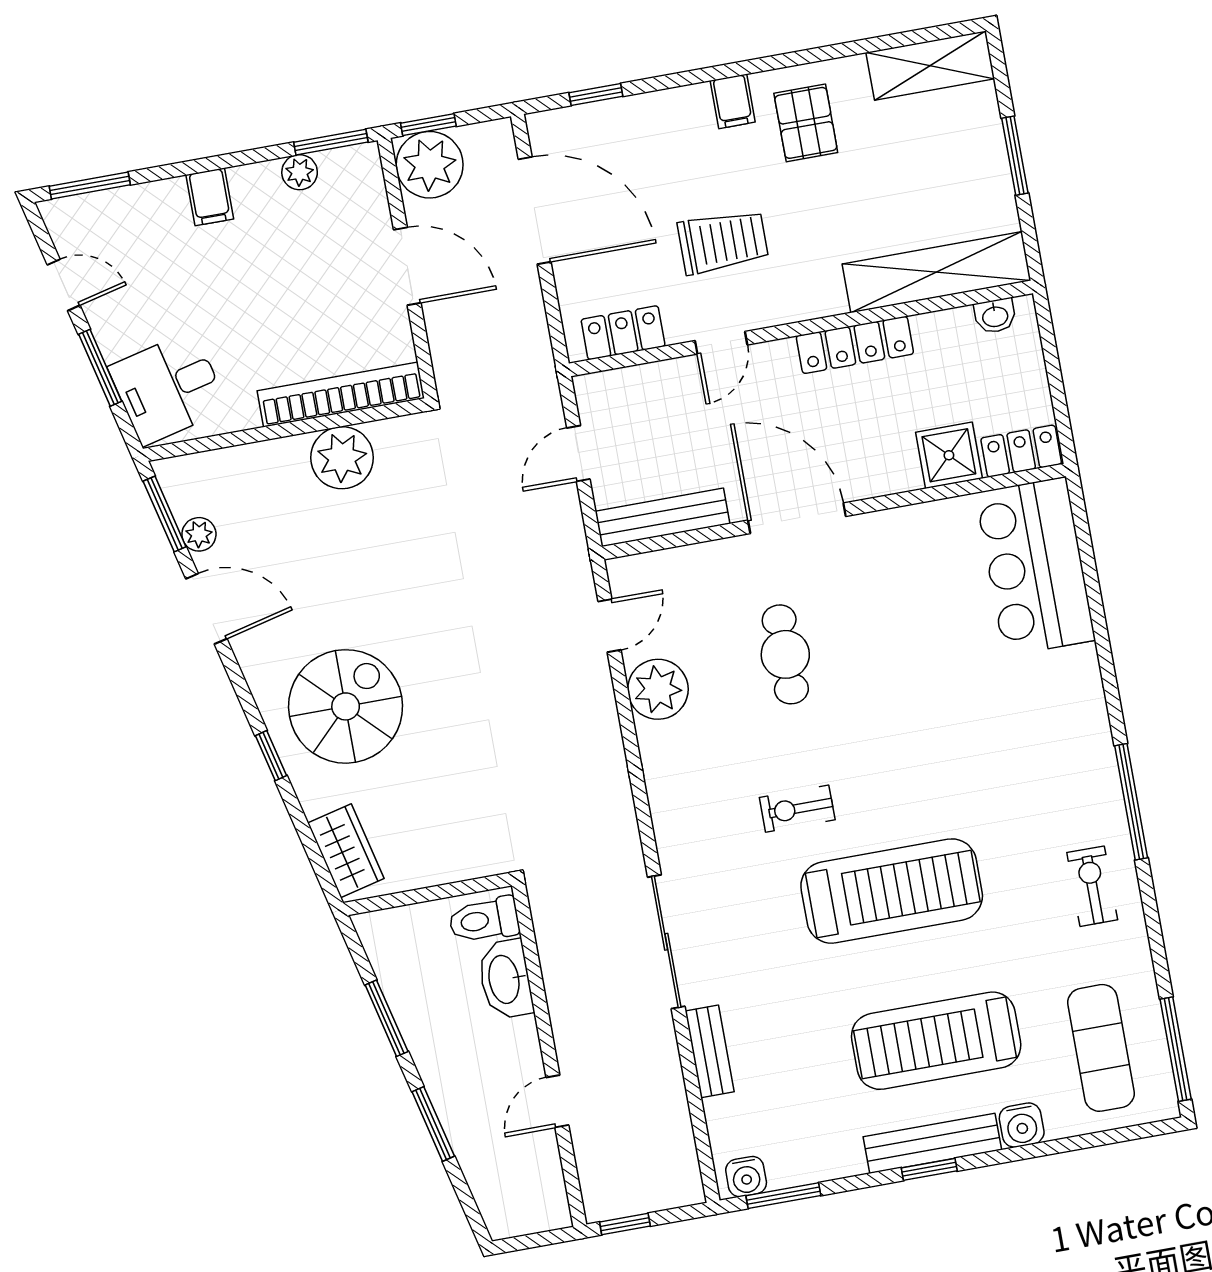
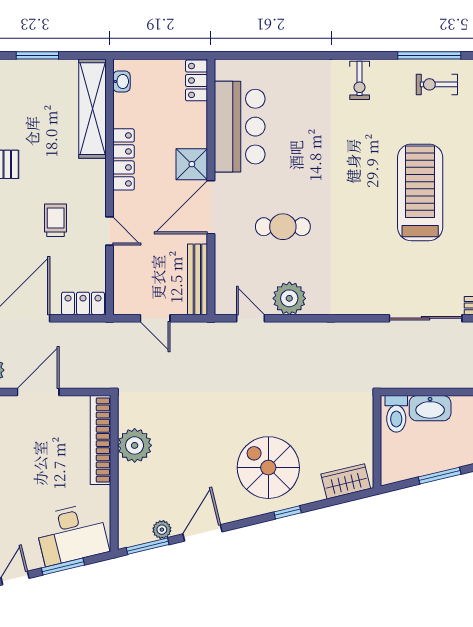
trolley: (723, 242) -> (56, 220), width x0.73, depth x0.72
locker: (623, 333) -> (83, 303), moved, turned 90
desk: (168, 388) -> (72, 534), width x1.37
shower: (949, 455) -> (192, 164), moved
bar counter: (1035, 566) -> (240, 127), moved, turned -90
window: (1131, 802) -> (429, 55), moved
exercise bike: (797, 809) -> (360, 80), moved

